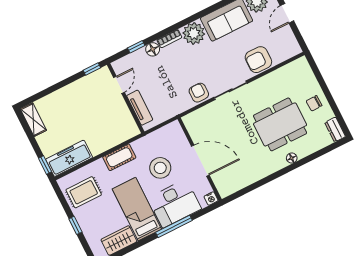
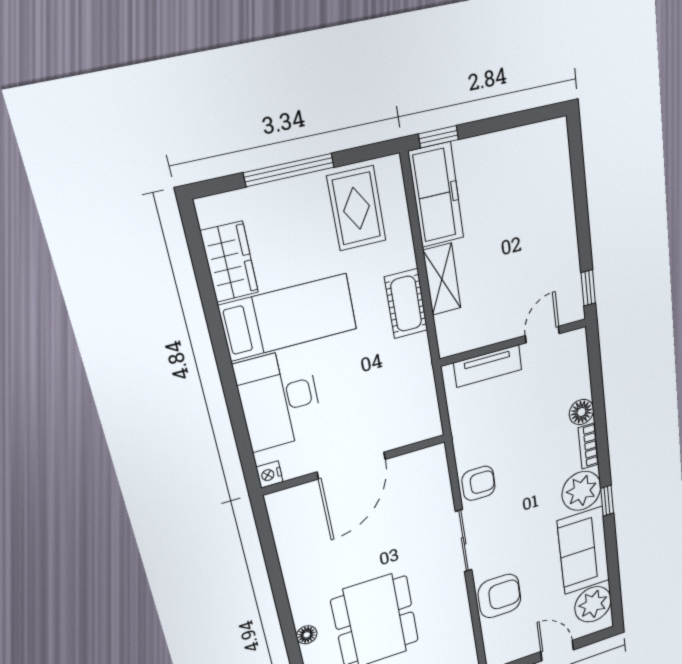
window: (136, 47) -> (607, 501), moved
armchair: (258, 60) -> (499, 596), turned 90
door: (119, 85) -> (542, 335), swing flipped
shelving: (33, 120) -> (442, 279), moved, turned 90
stool: (160, 168) -> (360, 384), removed
window: (75, 225) -> (289, 170), width x2.17
window: (174, 226) -> (230, 389), removed

